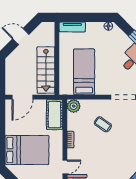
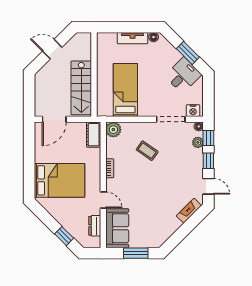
tv unit: (72, 27) -> (133, 38), moved
cot: (55, 115) -> (94, 135), width x0.73, depth x0.75
door: (65, 167) -> (103, 200), hinge flipped

